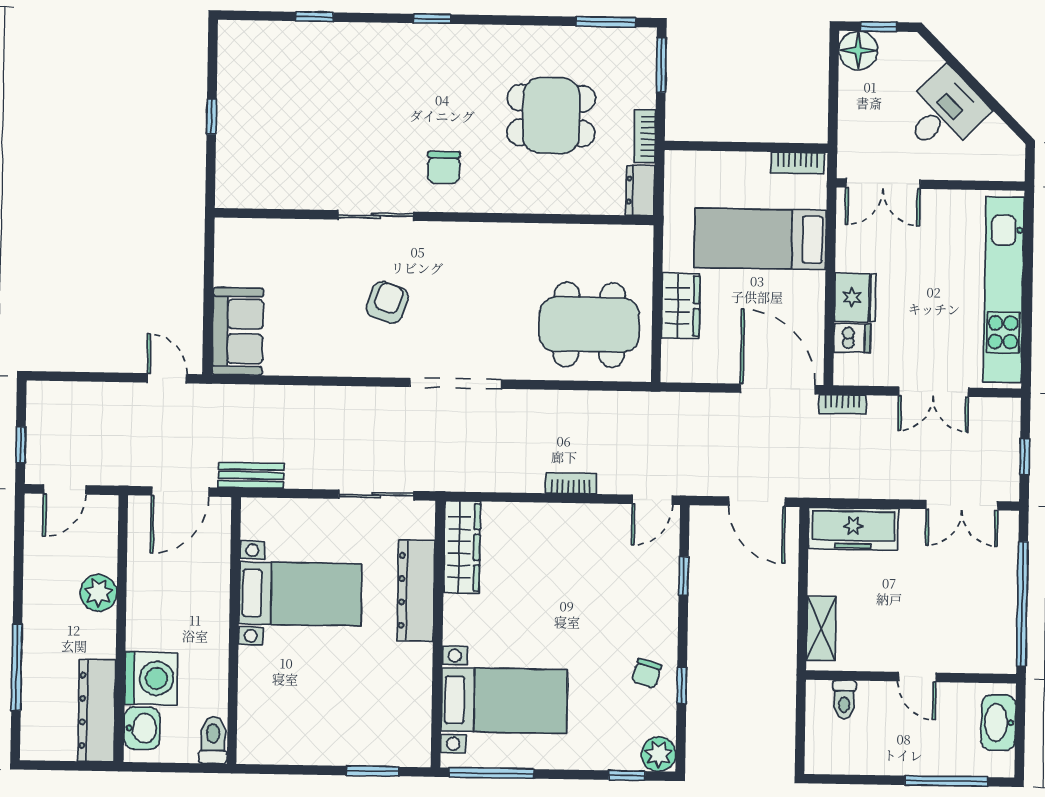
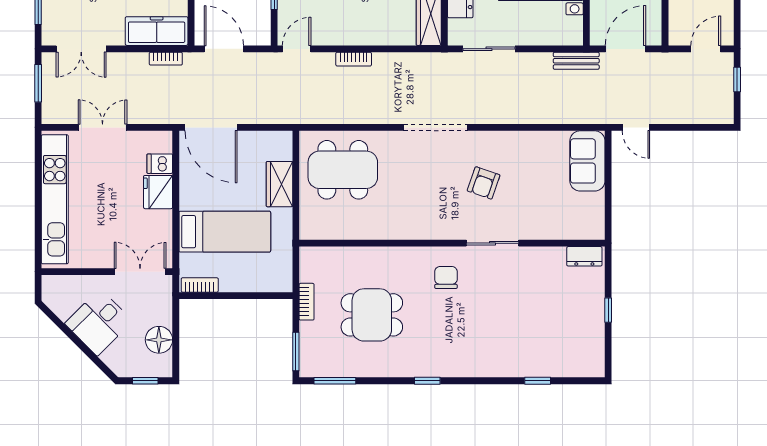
window: (432, 19) -> (427, 381), moved
floor lamp: (858, 50) -> (159, 340), moved
dresser: (640, 190) -> (584, 256), moved, turned 90
bookcase: (842, 404) -> (166, 59), moved, turned 180
window: (1025, 457) -> (38, 83), width x1.50
double door: (962, 505) -> (81, 49), swing flipped

